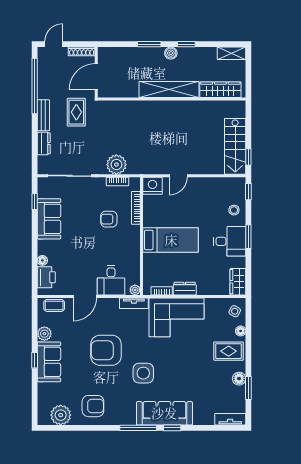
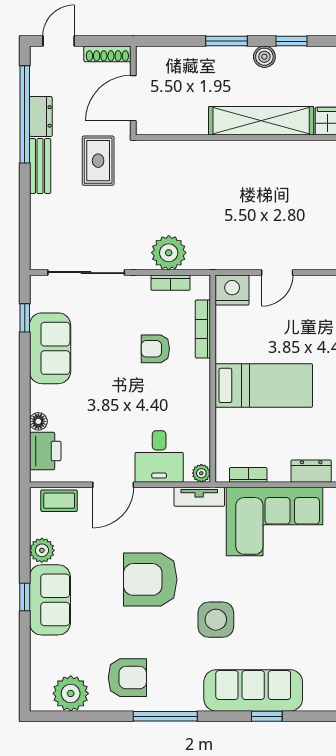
dresser: (44, 143) -> (41, 116), moved
dresser: (185, 289) -> (311, 471), moved
window: (138, 428) -> (165, 716), moved

